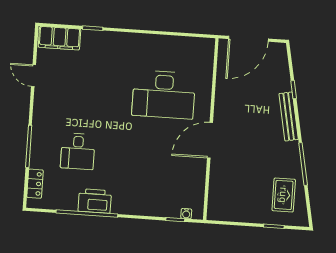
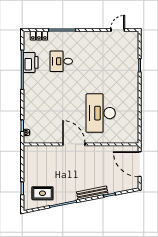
filing cabinet: (59, 38) -> (132, 45), removed
door: (33, 76) -> (118, 30), moved
printer: (95, 201) -> (31, 62), moved

